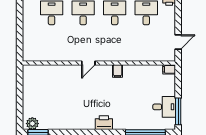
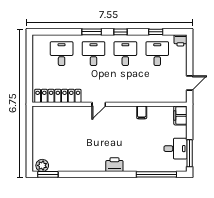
locker: (48, 55) -> (58, 96), added
filing cabinet: (169, 69) -> (180, 115), width x2.00
filing cabinet: (118, 71) -> (142, 112), moved

